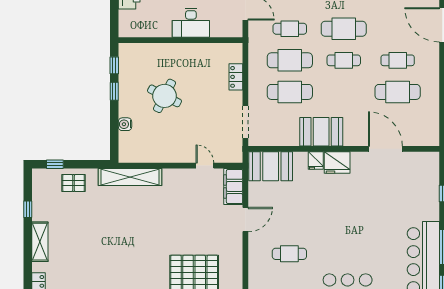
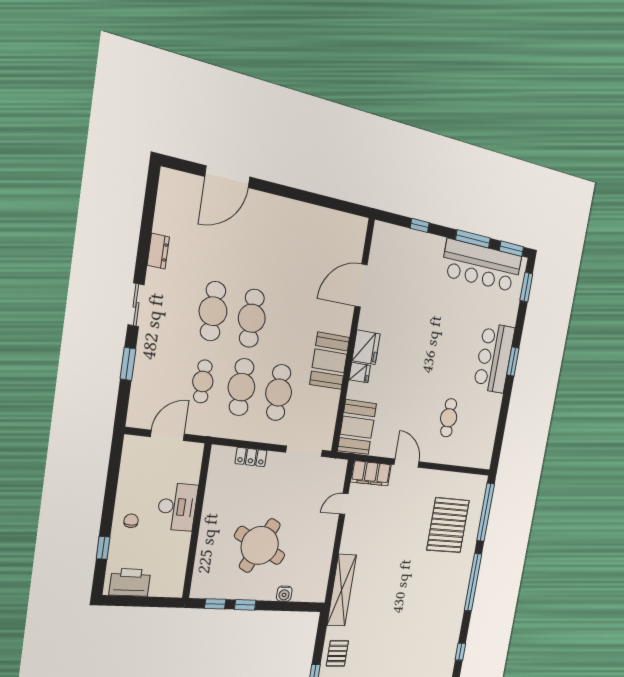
cafe table: (344, 60) -> (252, 318), width x1.37, depth x1.35
cafe table: (398, 60) -> (262, 248), removed
cafe table: (398, 92) -> (300, 256), removed
round table: (165, 96) -> (260, 545), width x1.36, depth x1.36

